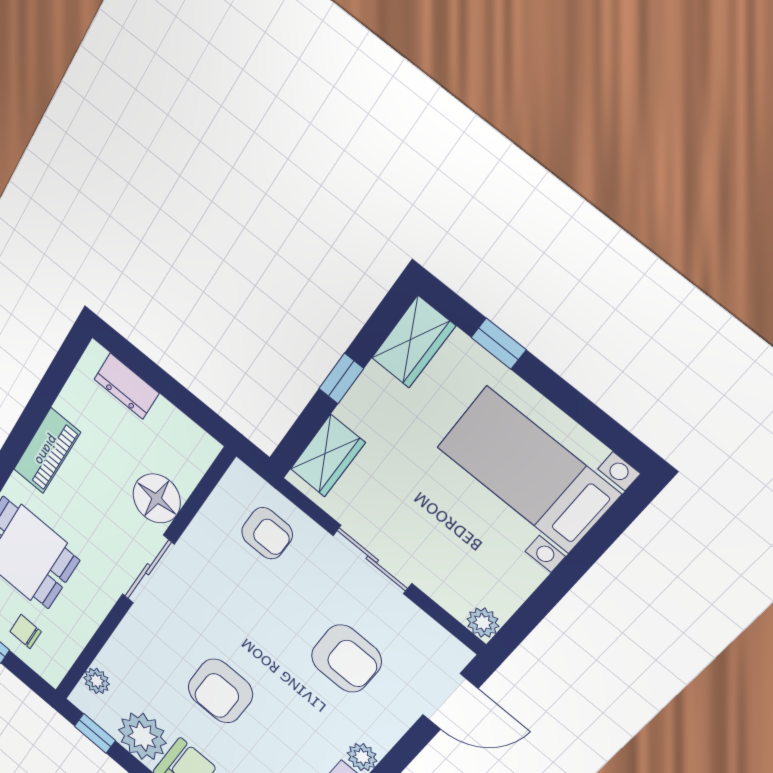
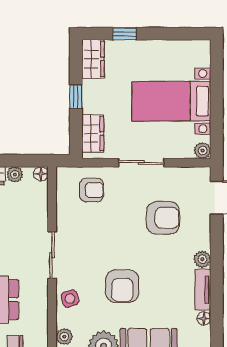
plant: (166, 416) -> (15, 174), added
bed with nightstands: (528, 470) -> (171, 101), moved
floor lamp: (157, 498) -> (41, 174), moved, width x0.53, depth x0.53
side table: (136, 644) -> (70, 299), added

